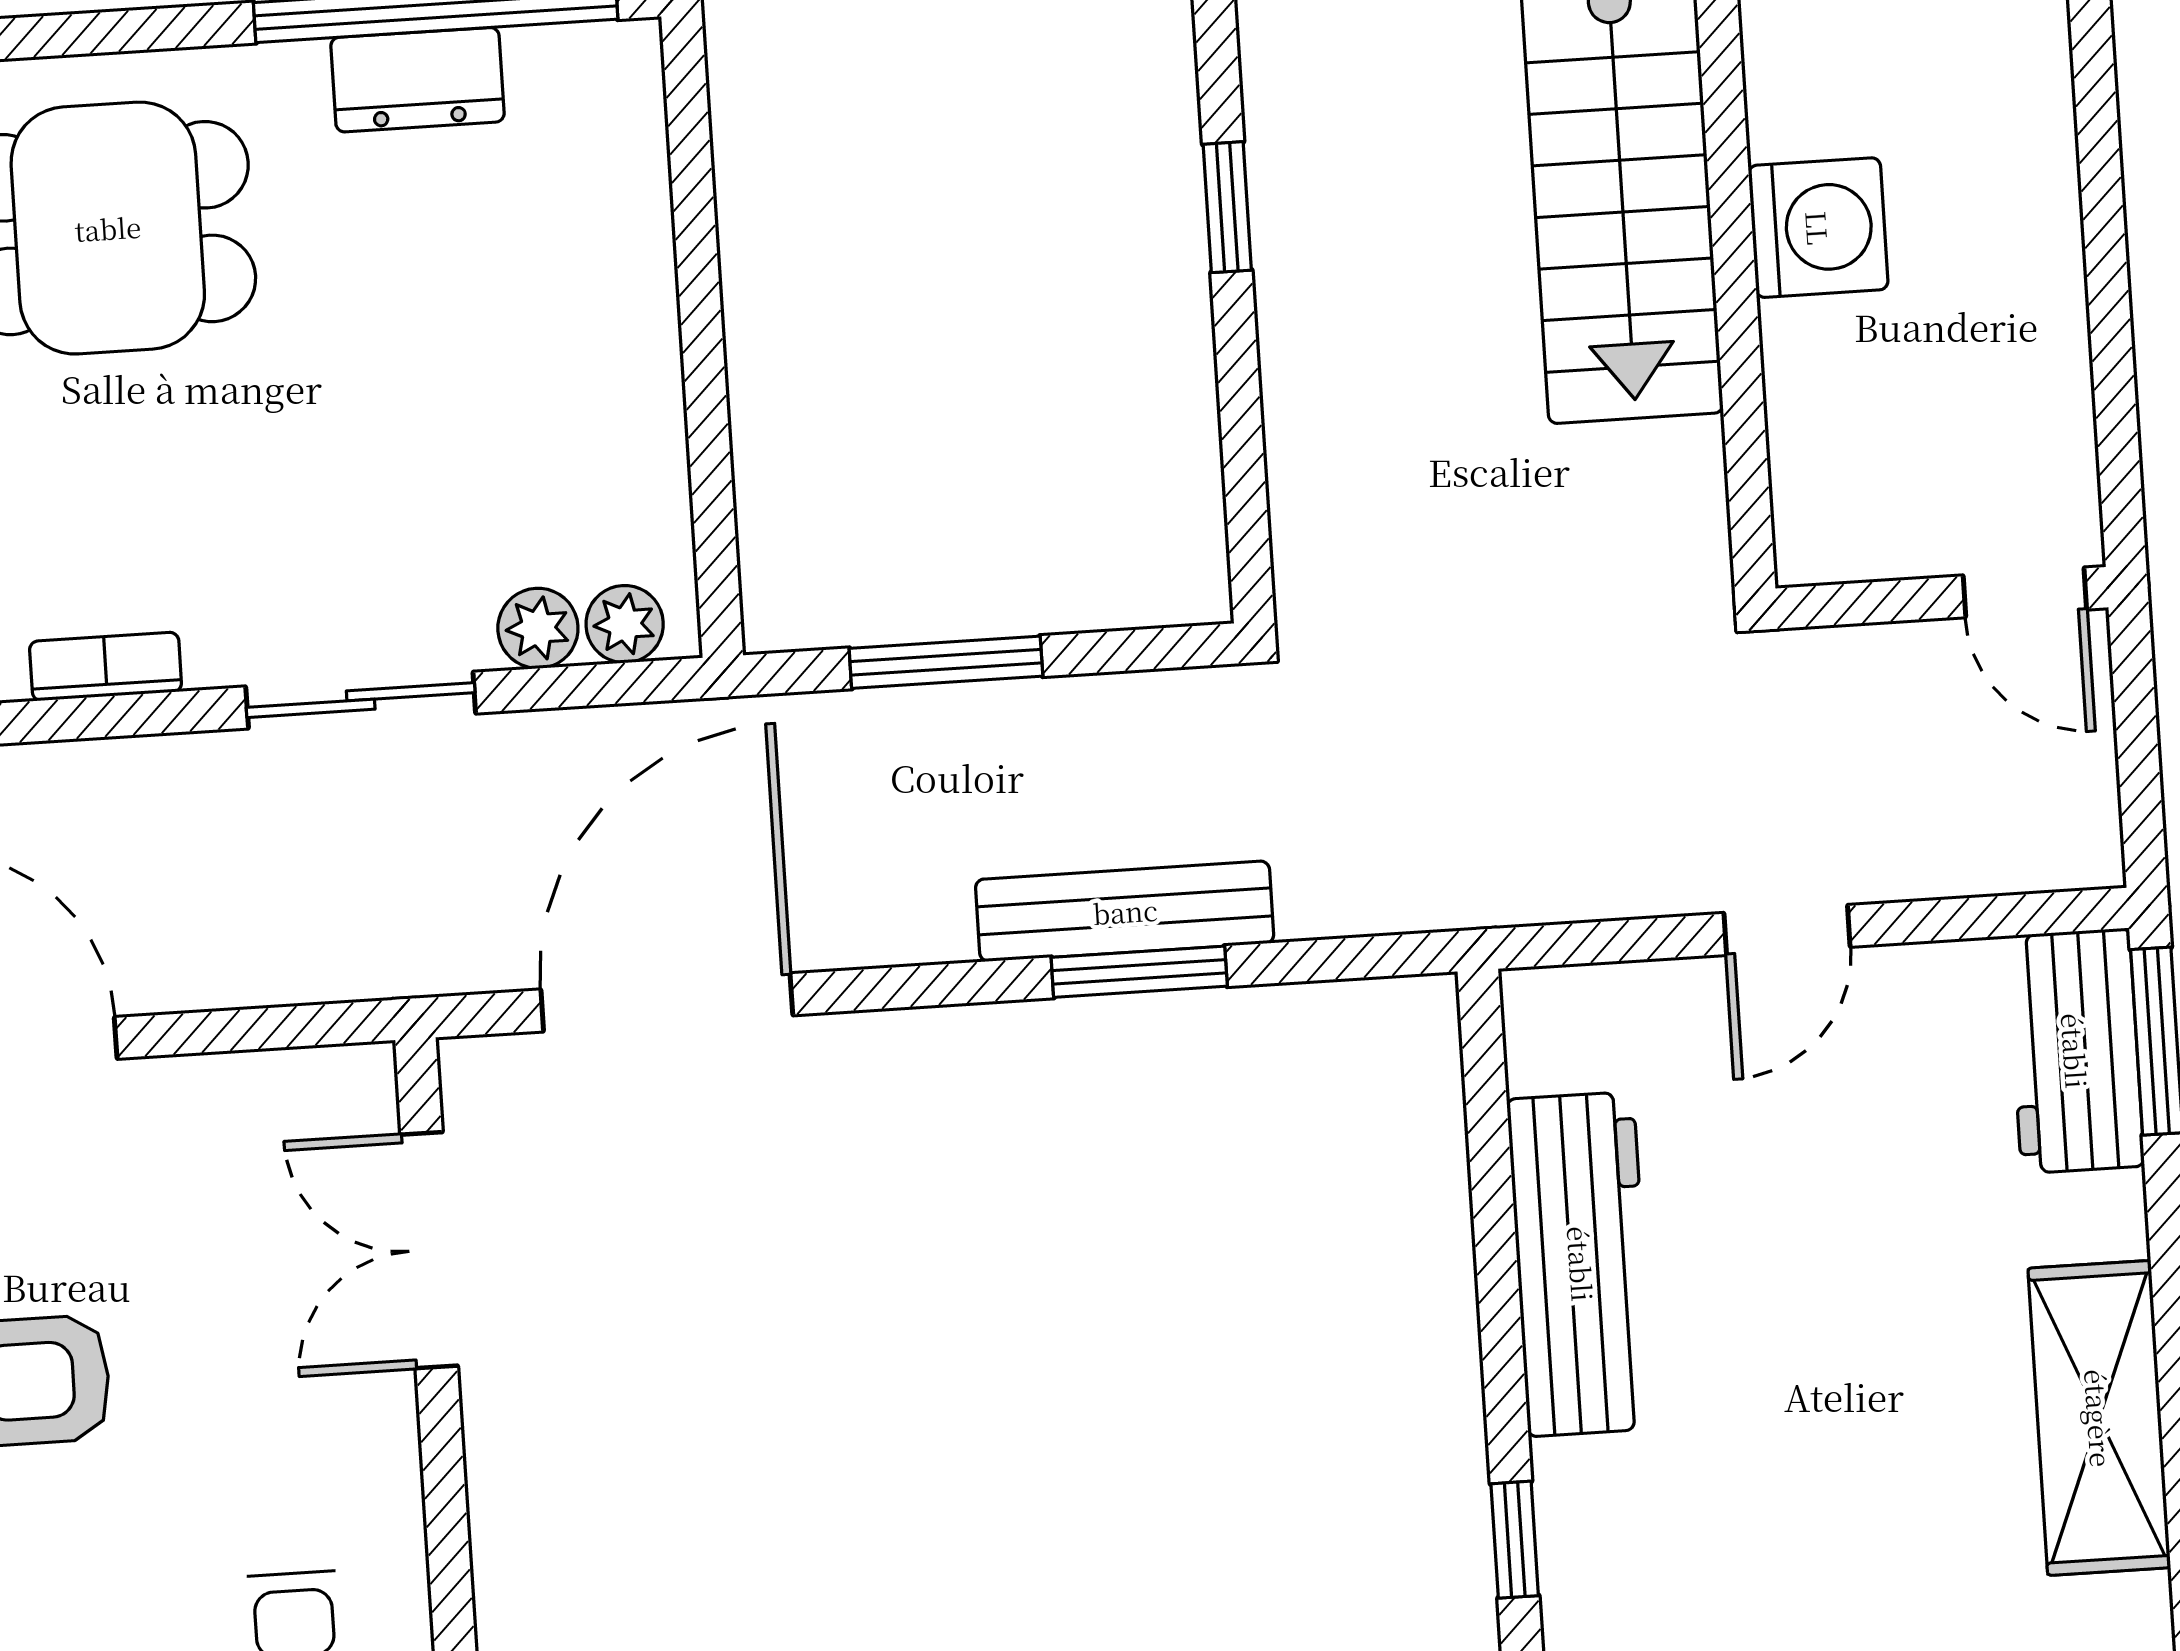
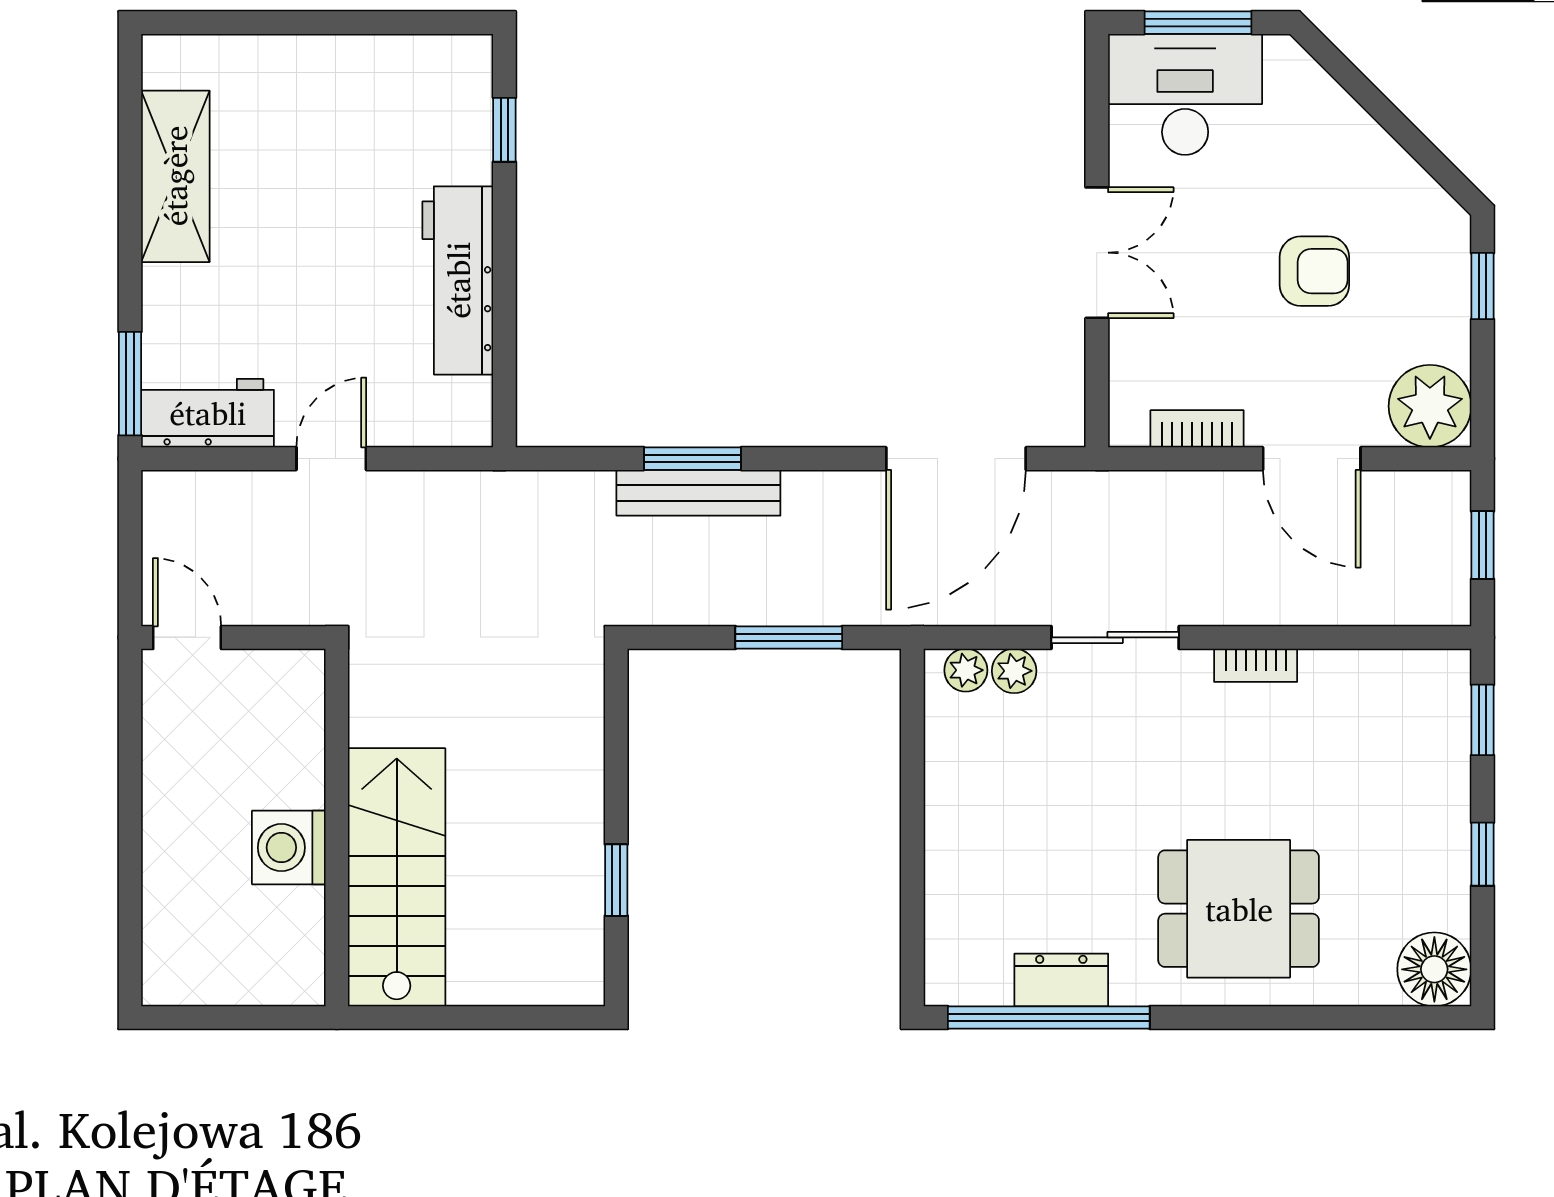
workbench: (2075, 1051) -> (208, 413), moved, turned -90
bookcase: (238, 1084) -> (1197, 429), added
double door: (429, 1250) -> (1097, 253), moved

